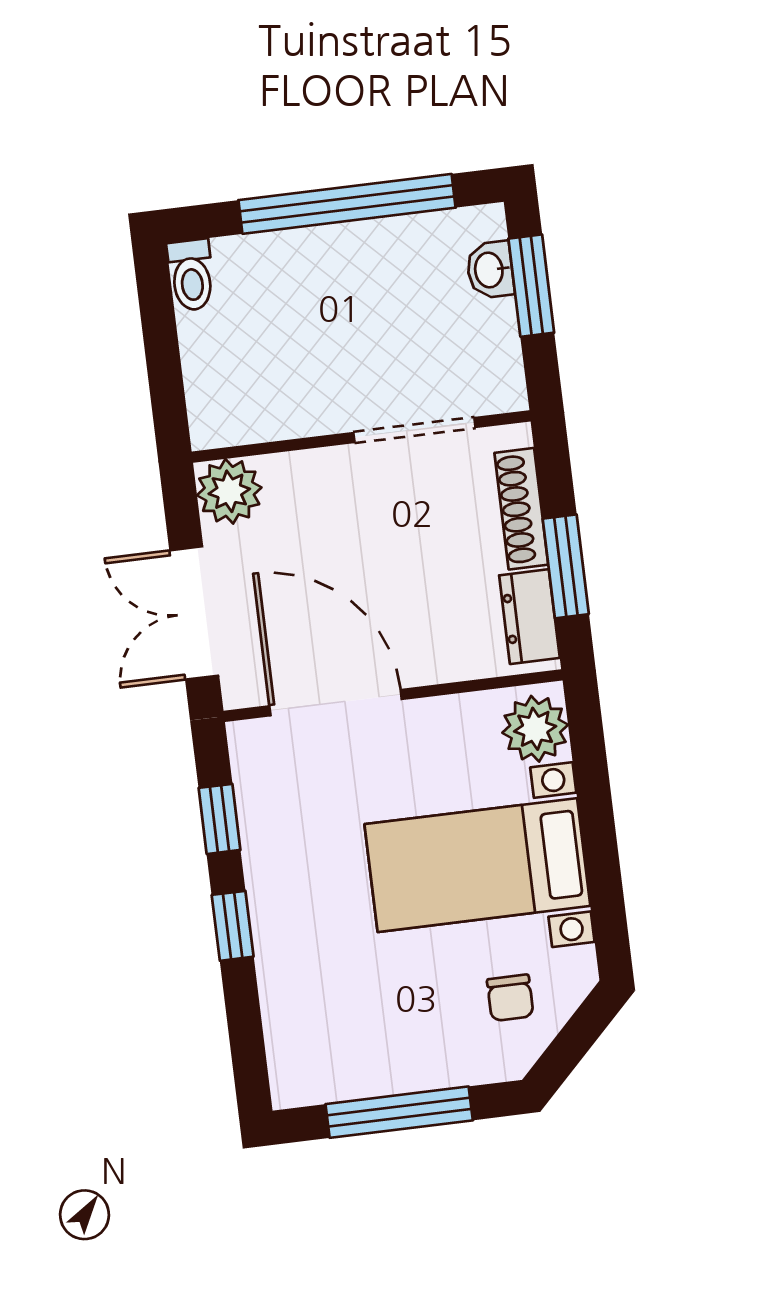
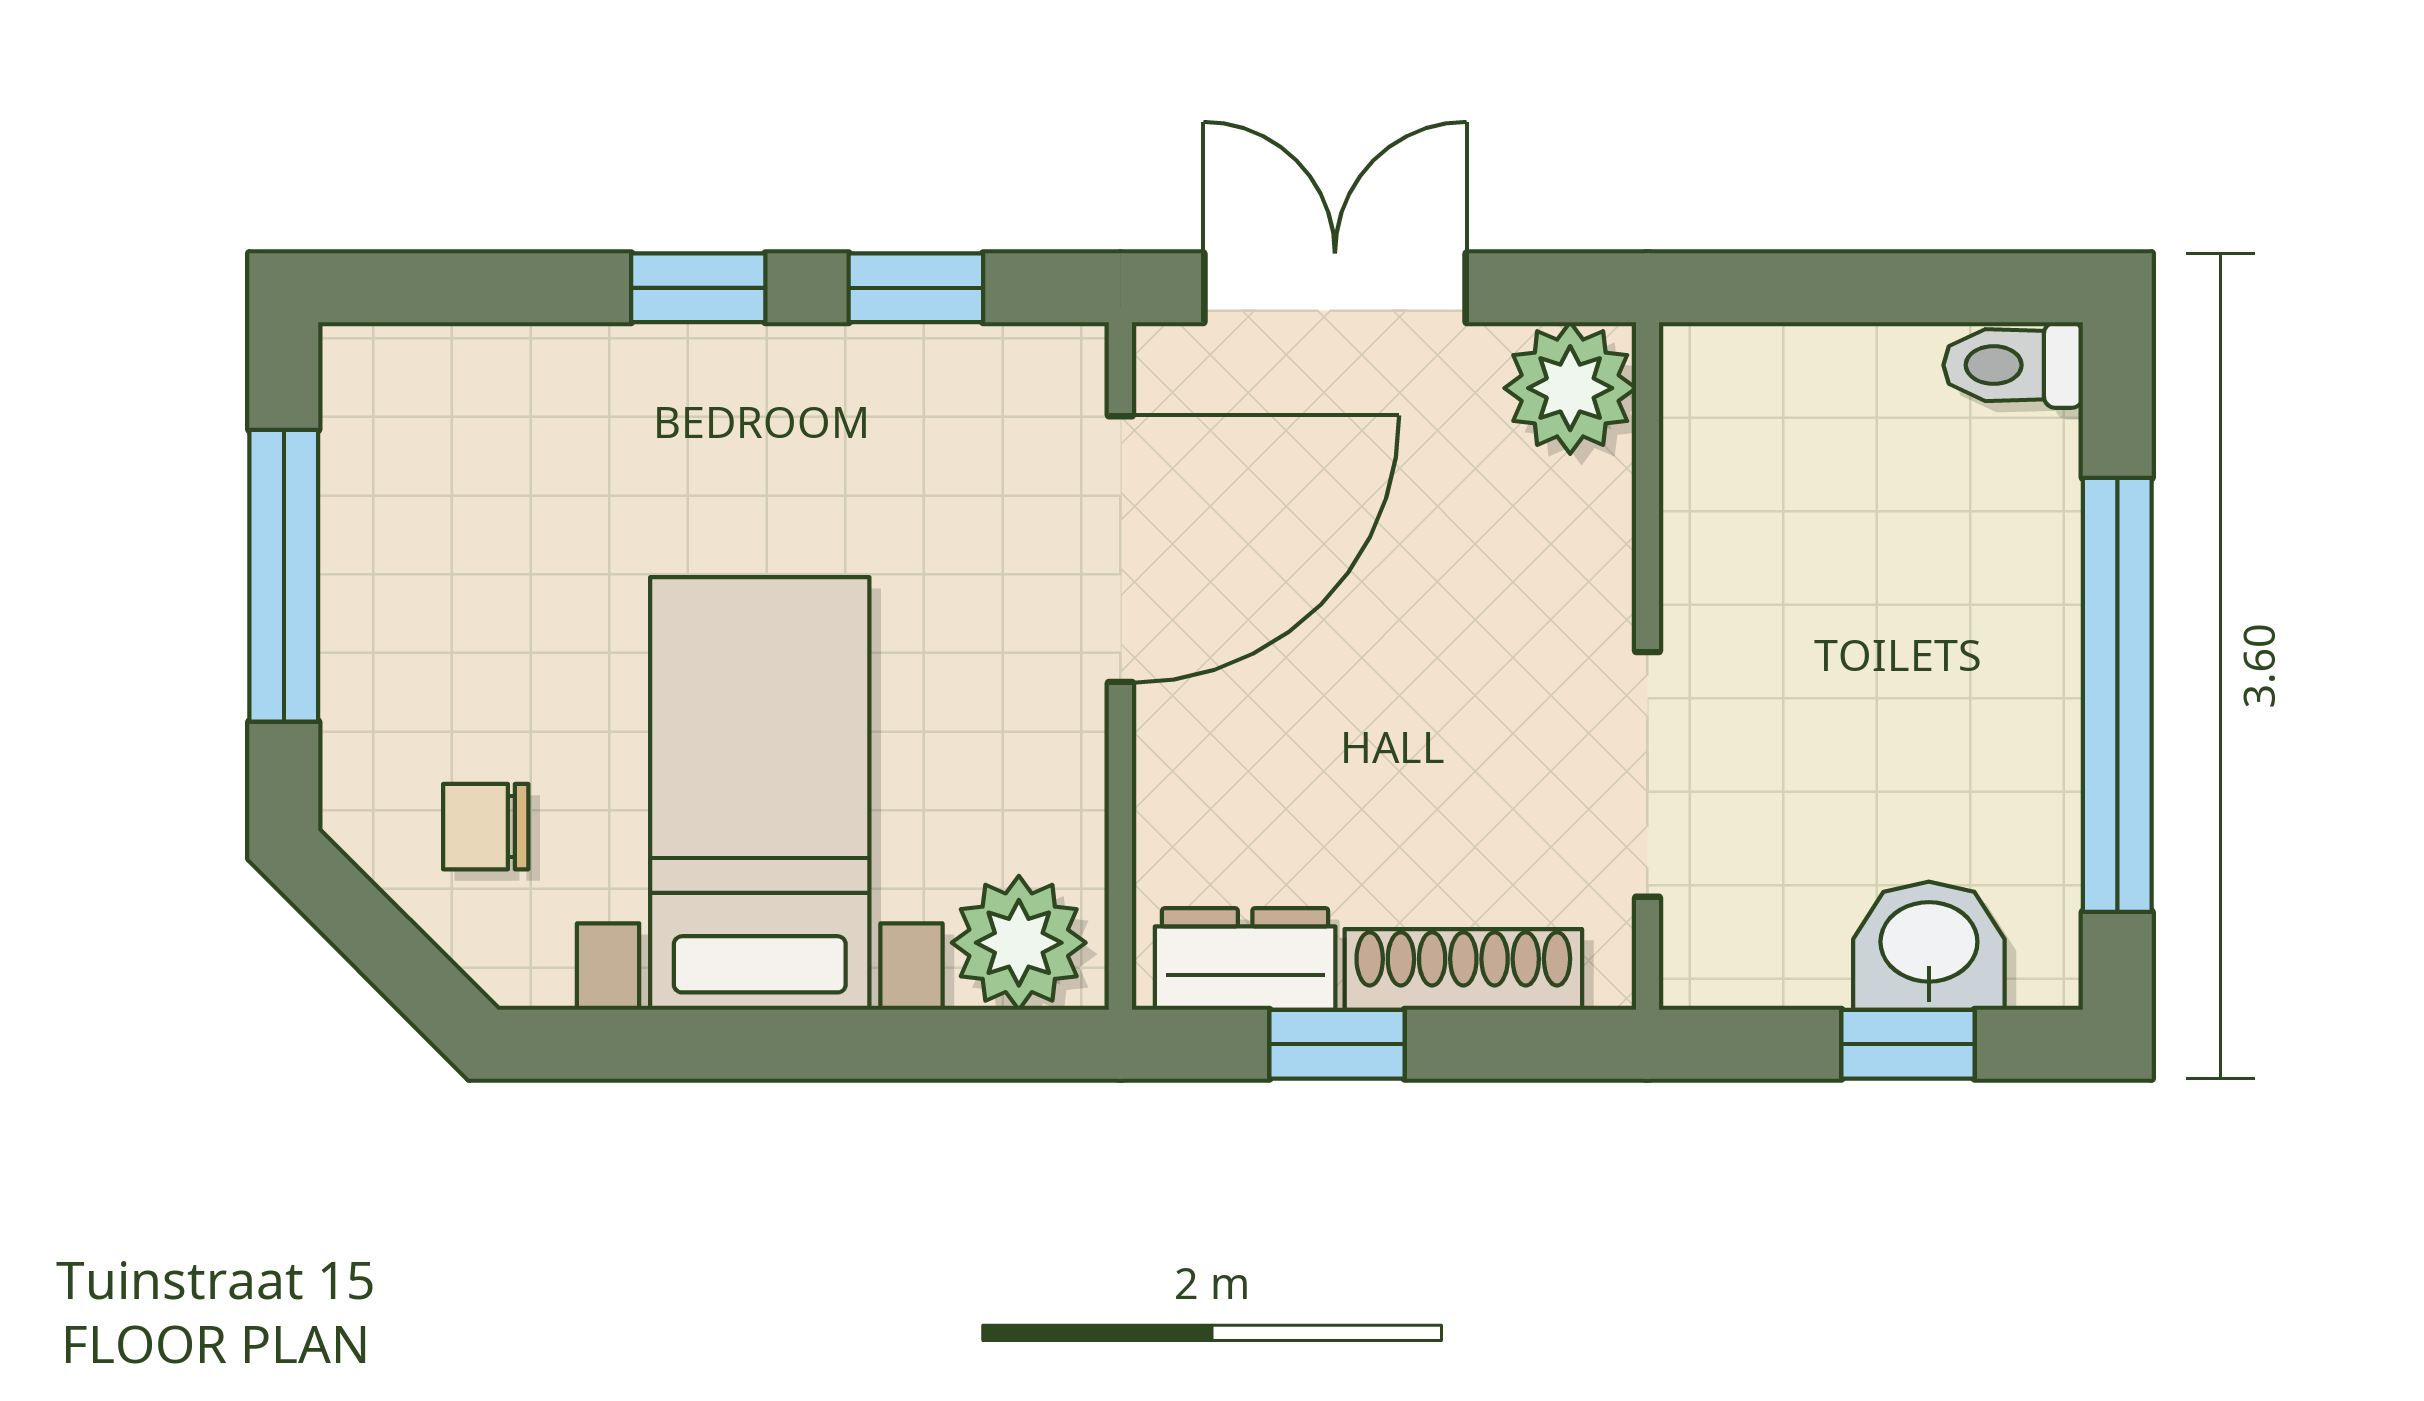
washbasin: (490, 270) -> (1929, 946), width x1.38, depth x1.45
window: (531, 286) -> (1908, 1044), width x0.67
window: (566, 566) -> (1337, 1044), width x0.67

